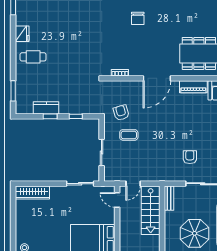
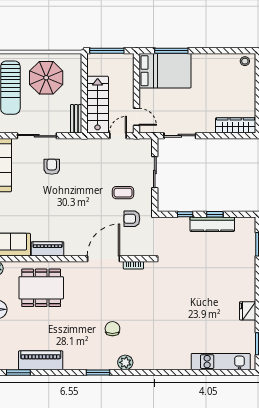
cafe table: (33, 57) -> (235, 284), removed
door: (157, 78) -> (103, 259), moved
kitchen counter: (46, 108) -> (212, 224), width x1.50
armchair: (121, 113) -> (132, 219), turned 106
armchair: (190, 157) -> (52, 167), turned 180

